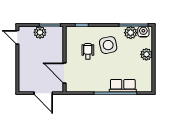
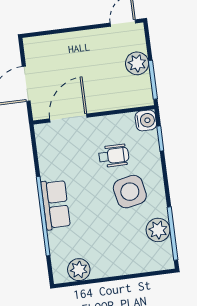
water cooler: (143, 32) -> (146, 120), moved
plant: (146, 54) -> (79, 270), moved
row of seats: (123, 86) -> (56, 204), moved

